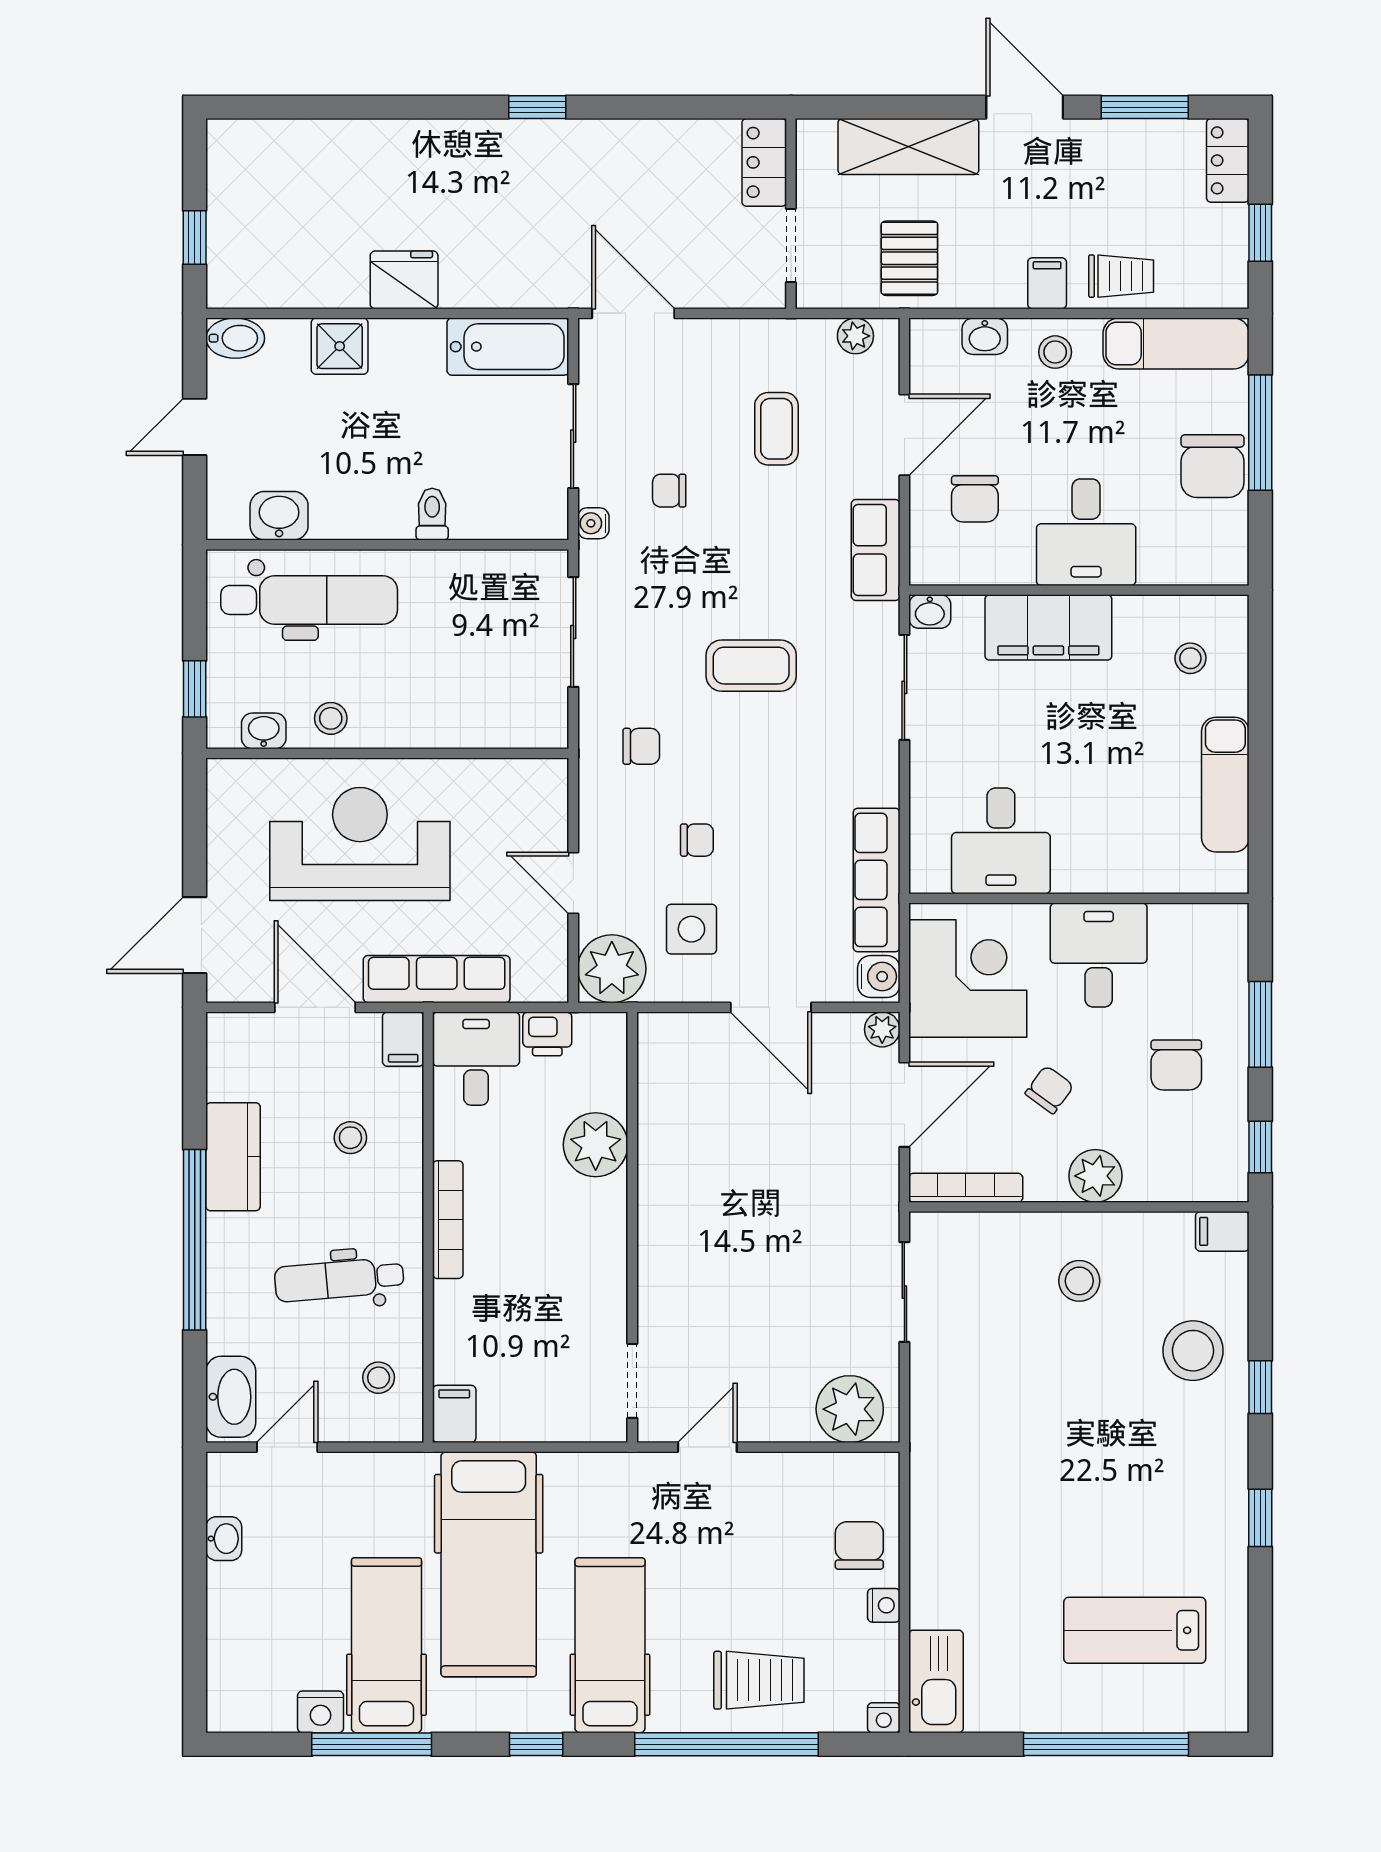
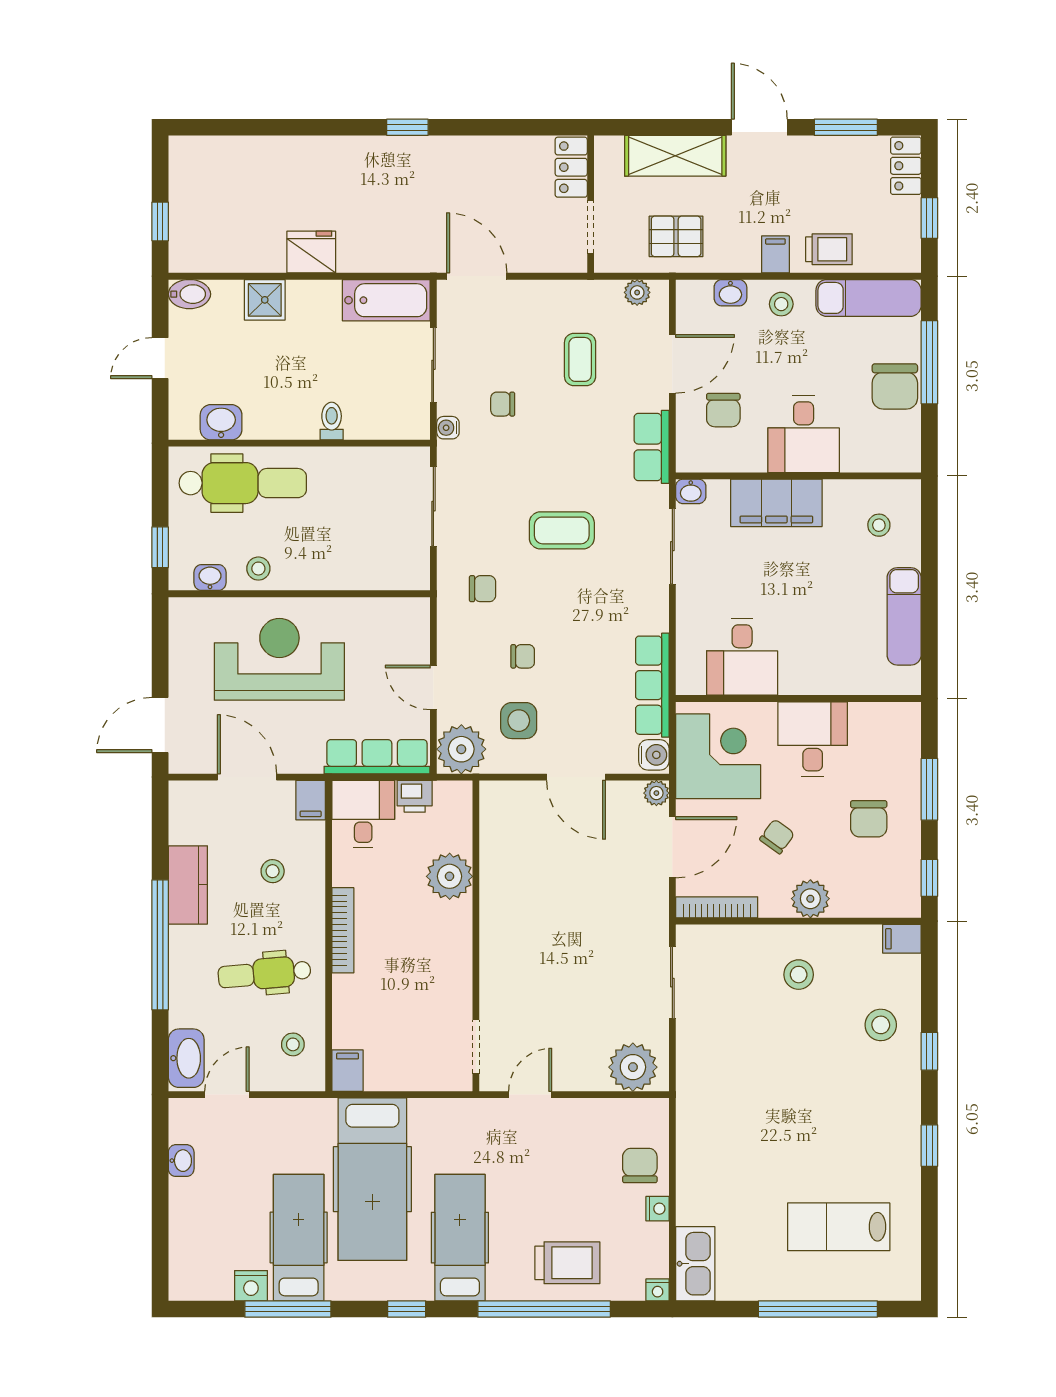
pallet: (909, 258) -> (676, 236), turned 90
row of seats: (437, 979) -> (377, 757), moved
stool: (1193, 1351) -> (881, 1025), width x0.73, depth x0.73

